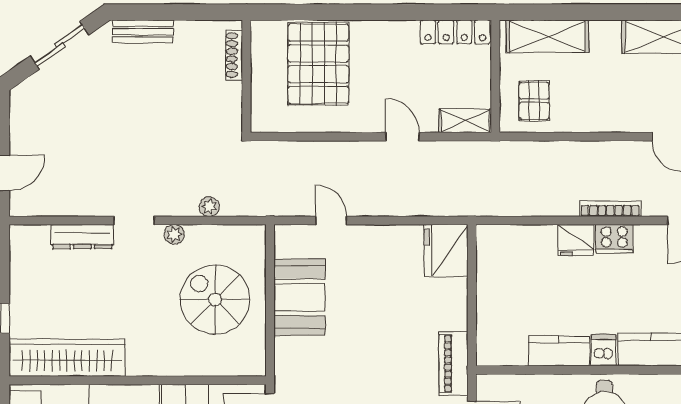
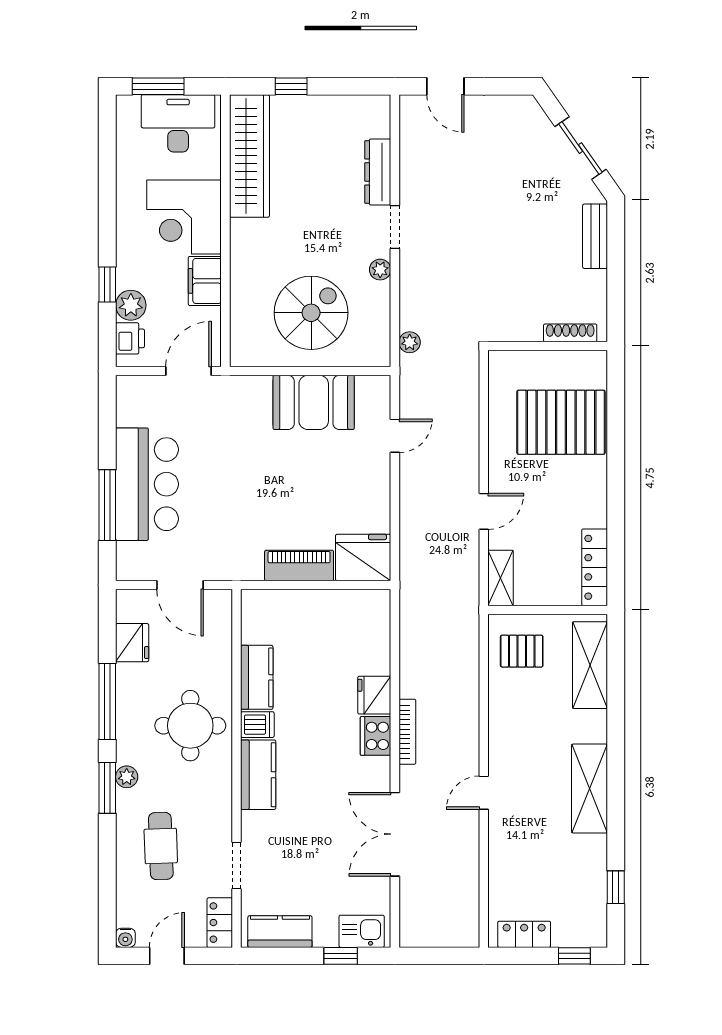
plant: (209, 207) -> (410, 342), moved
piano: (453, 364) -> (299, 565), moved

